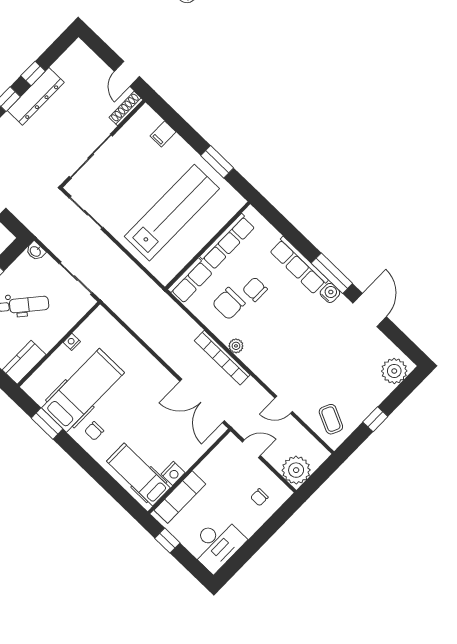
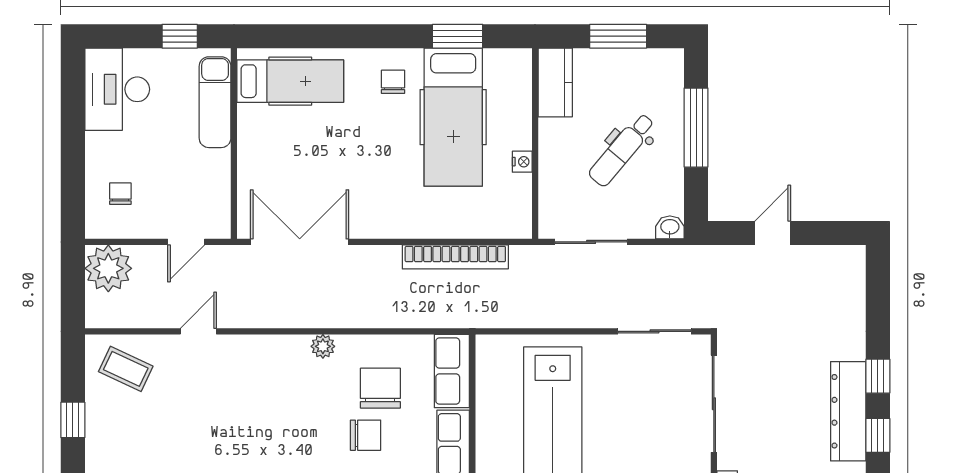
bookcase: (222, 358) -> (455, 257), moved, turned 180
nightstand: (173, 473) -> (251, 122), removed

